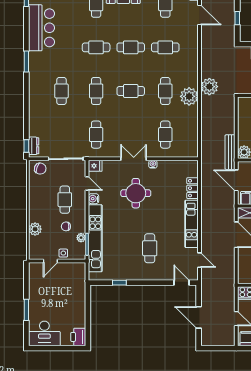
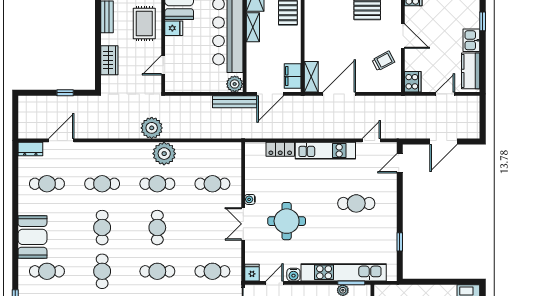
cafe table: (165, 47) -> (102, 184), turned 90

